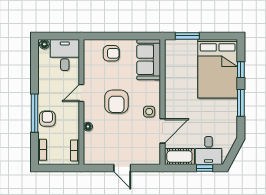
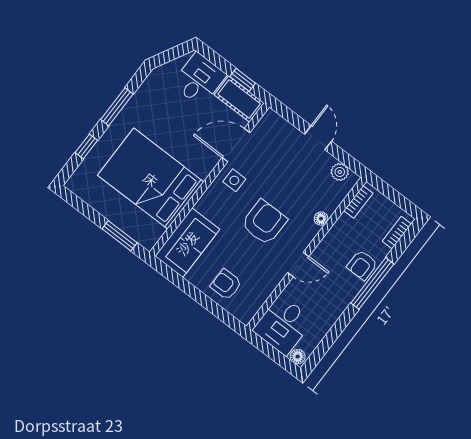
bed: (218, 69) -> (151, 179), moved, turned -90
plant: (97, 159) -> (340, 172), added
window: (205, 168) -> (243, 80), moved

